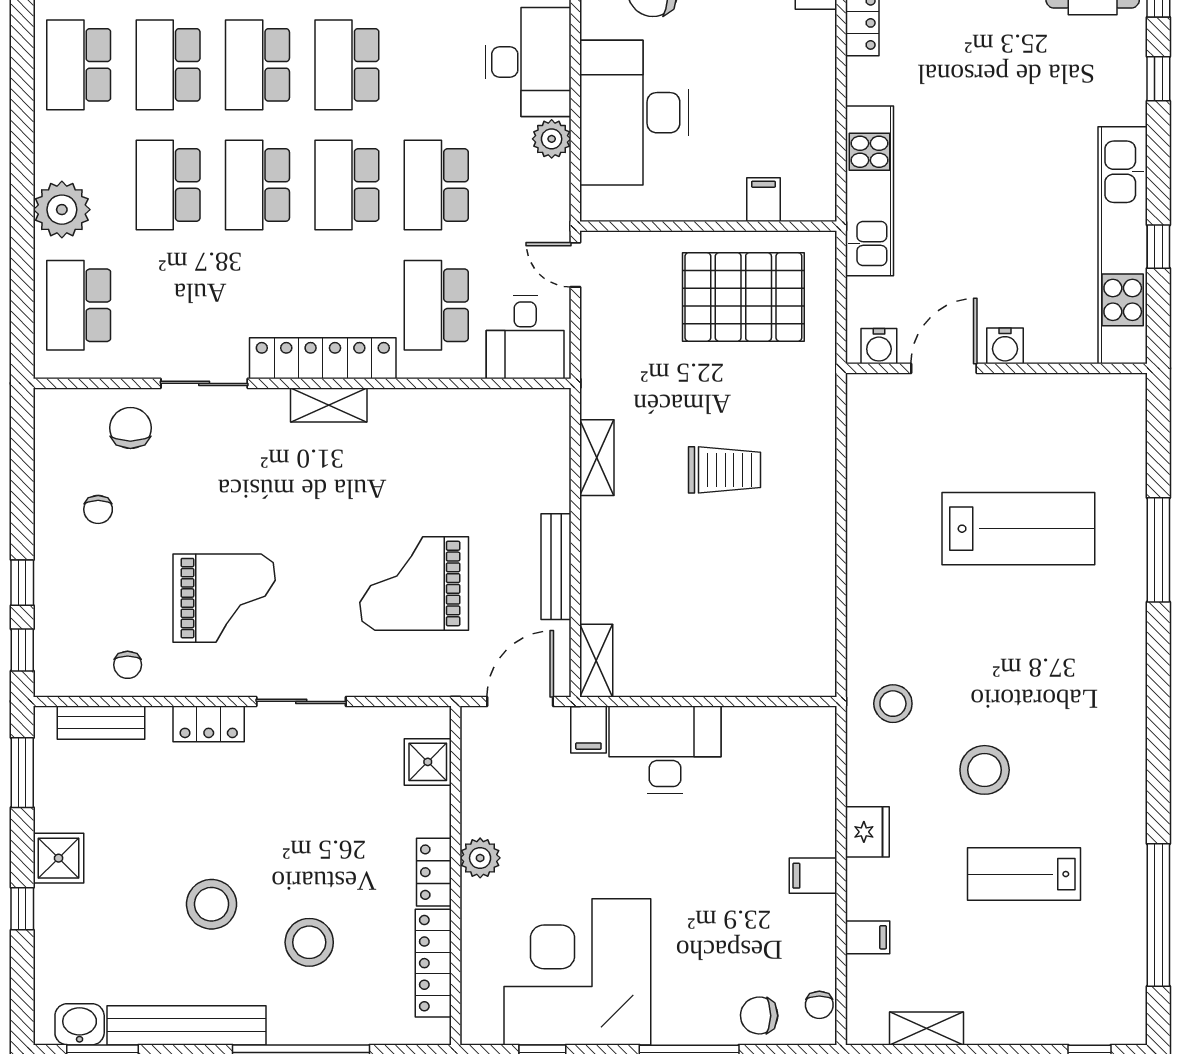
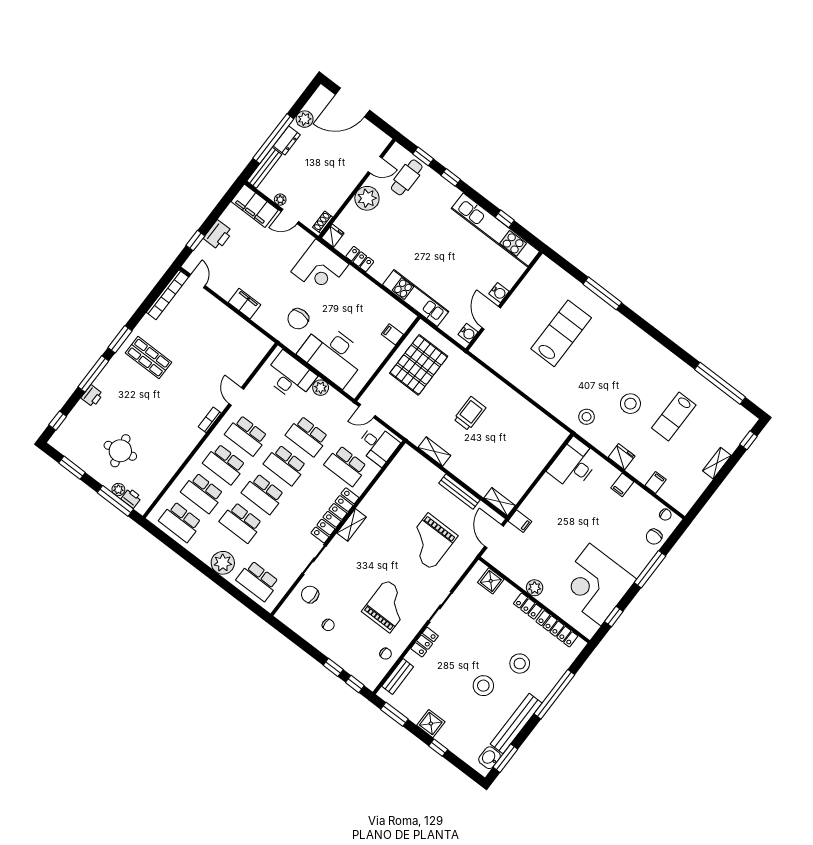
desk: (665, 750) -> (574, 464), moved
shelving: (926, 1028) -> (717, 463), moved

